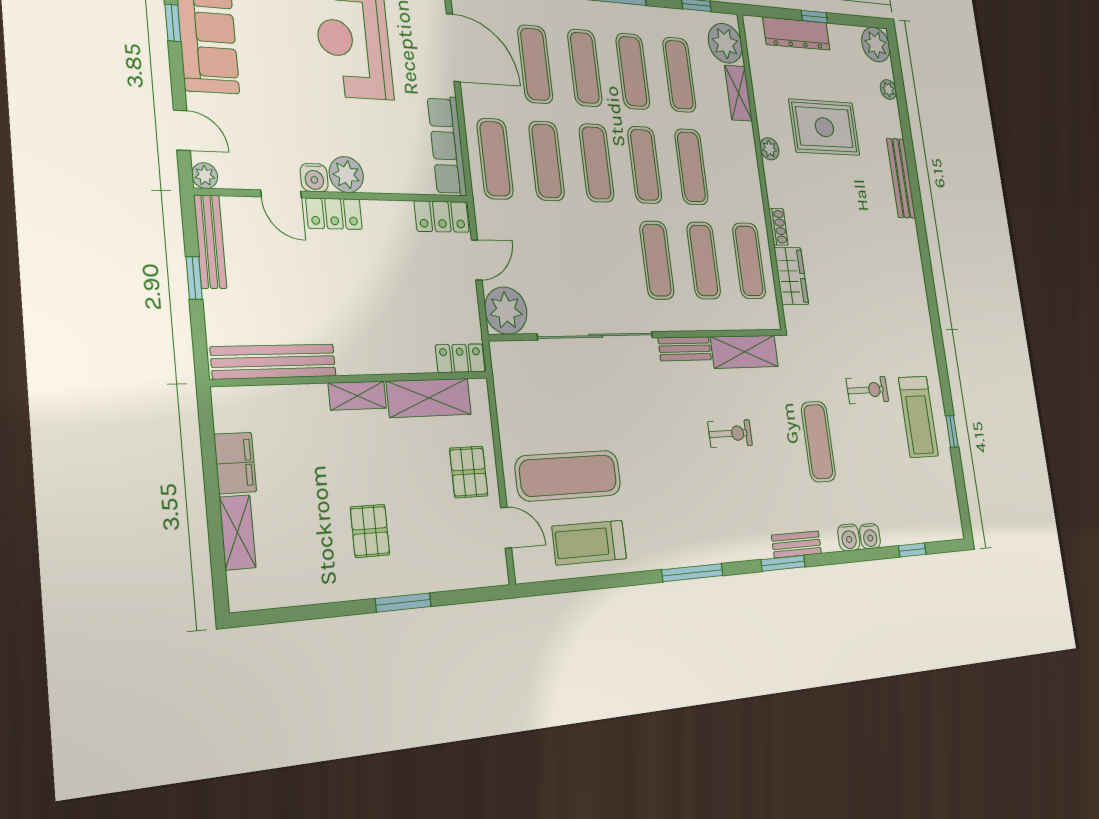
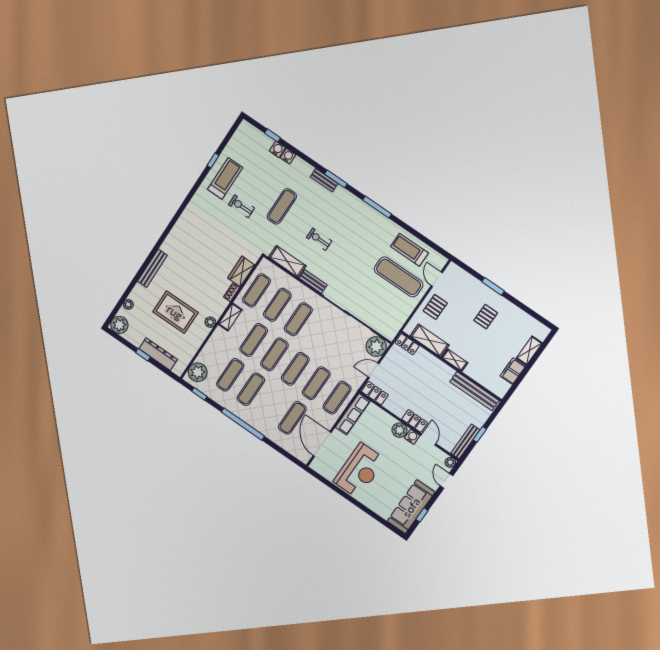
exercise mat: (585, 68) -> (272, 404), removed
shelving: (738, 93) -> (230, 317), moved
water cooler: (849, 537) -> (277, 149), moved
treadmill: (589, 543) -> (409, 250), turned 180

